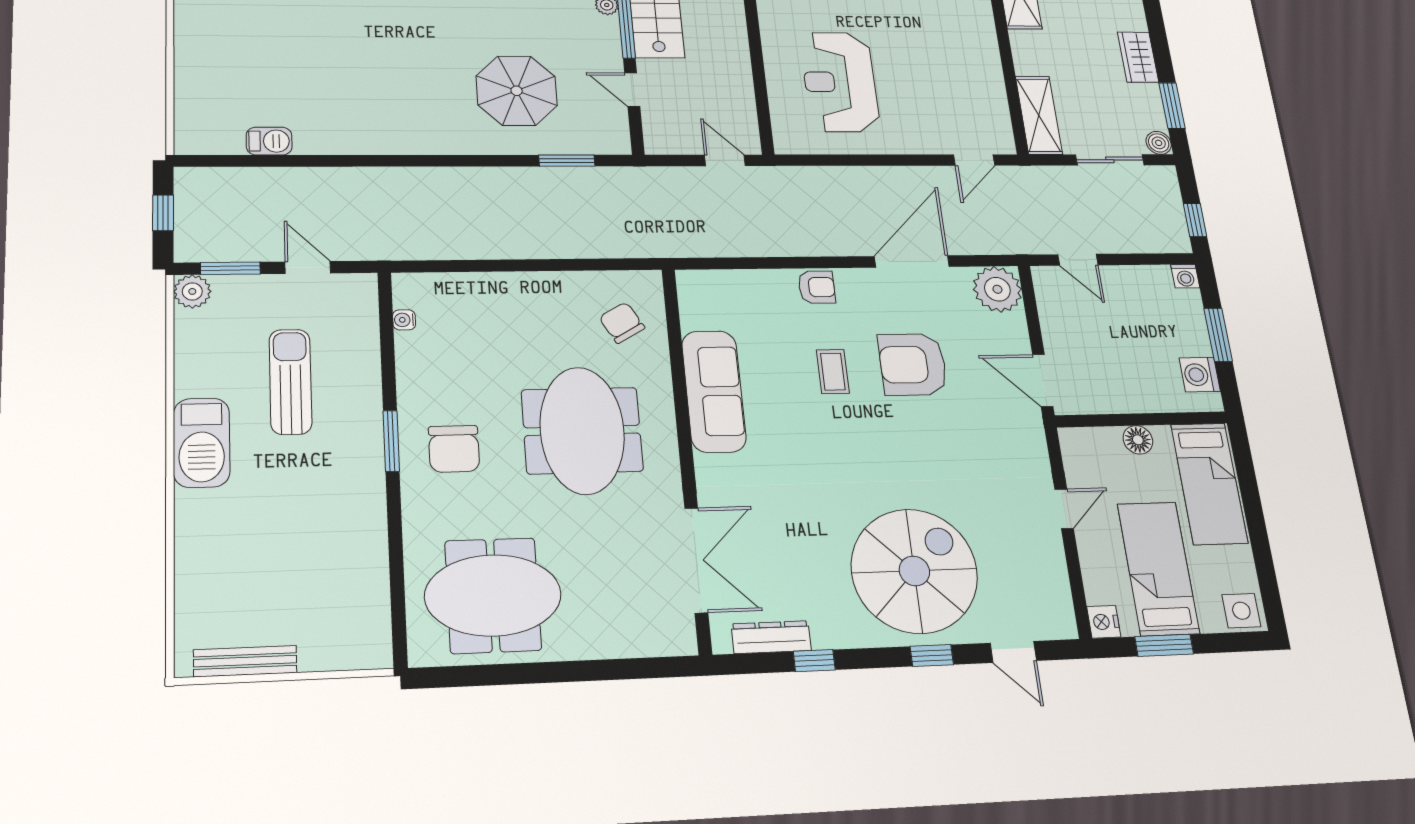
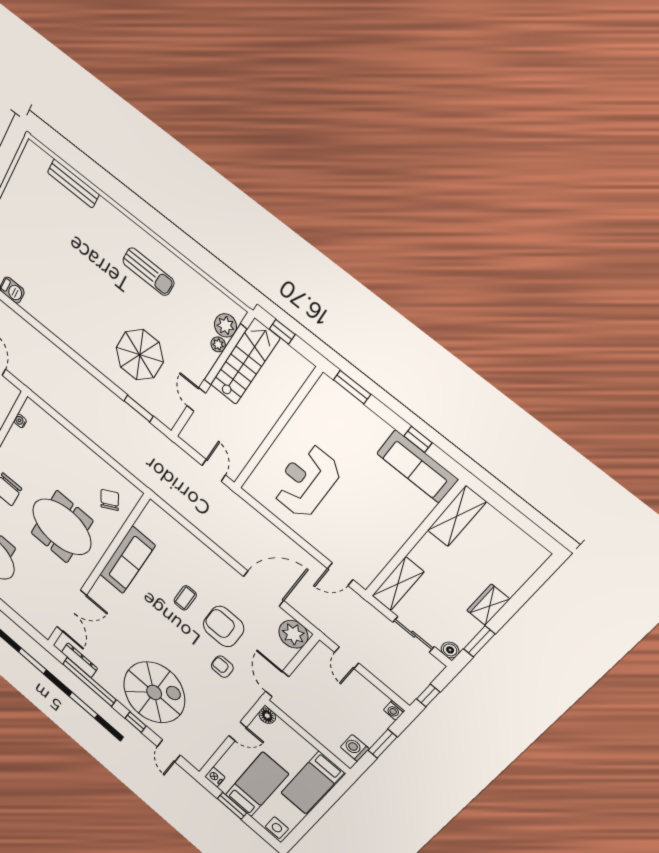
armchair: (817, 287) -> (222, 667), moved, turned 180
meeting table: (582, 430) -> (62, 527), turned 90
floor lamp: (1138, 440) -> (267, 716), moved
window: (814, 661) -> (89, 682), width x3.17

